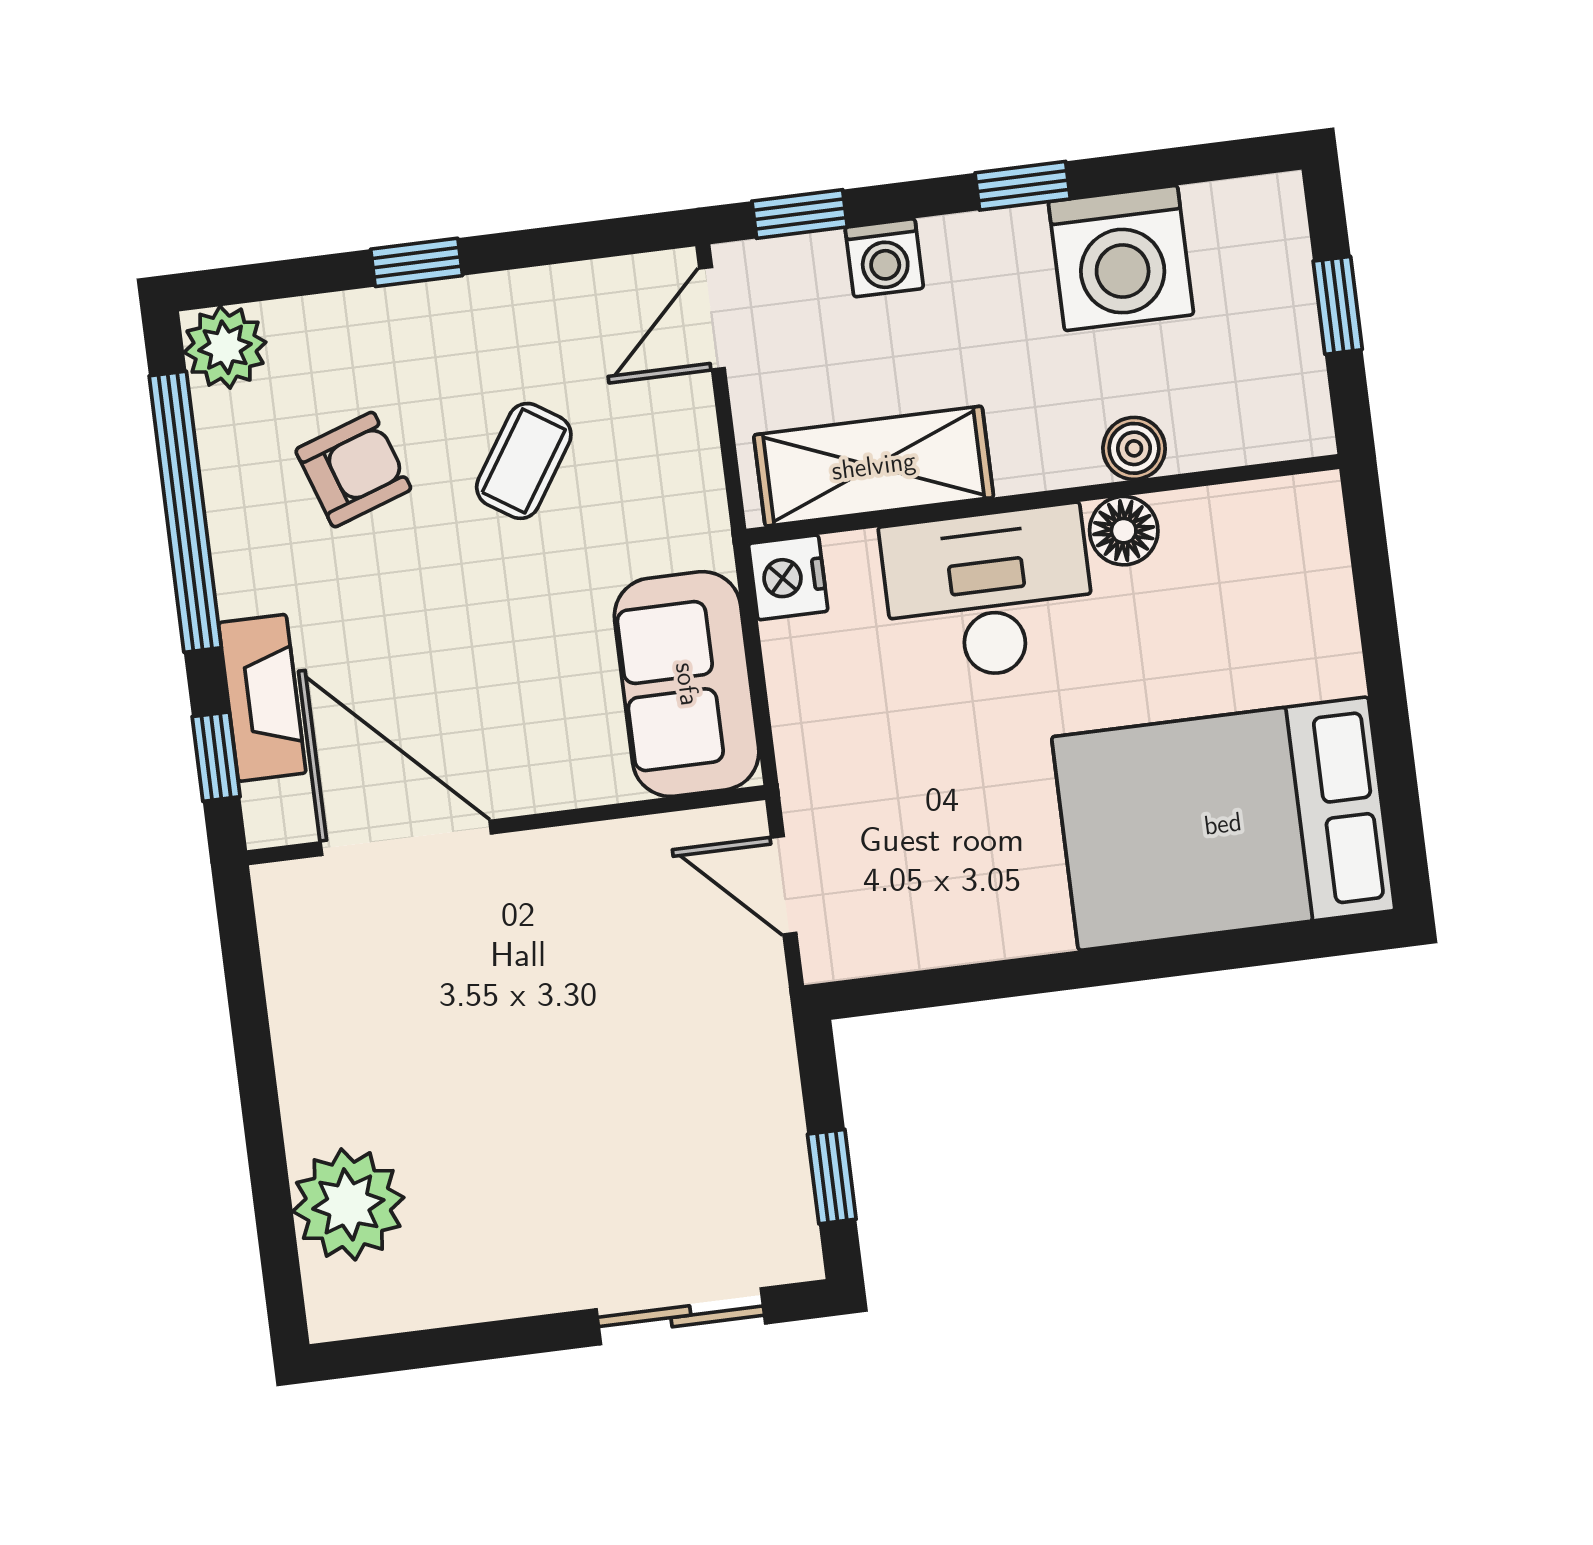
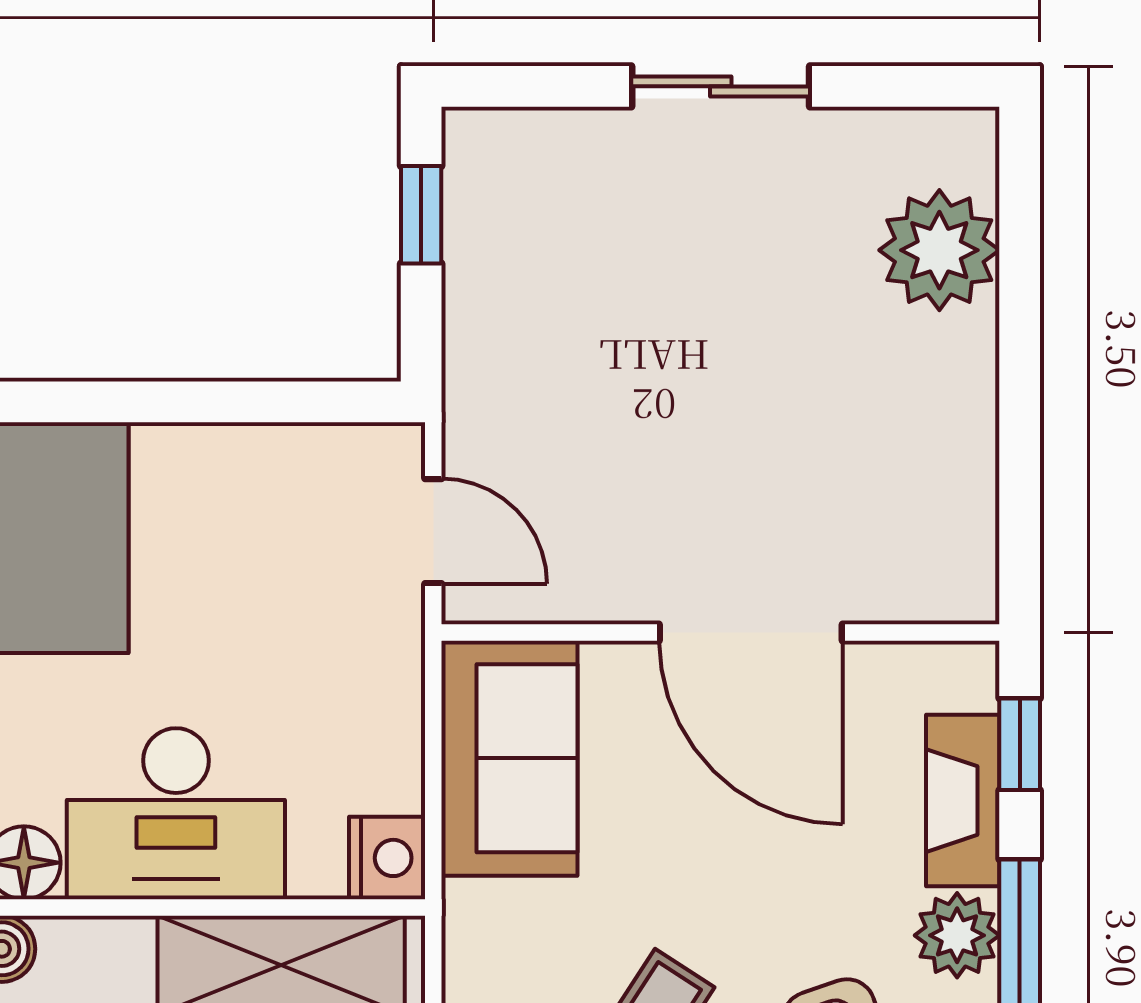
plant: (252, 572) -> (957, 935), added
door: (406, 838) -> (751, 632), moved
sliding door: (681, 1316) -> (721, 86), moved

